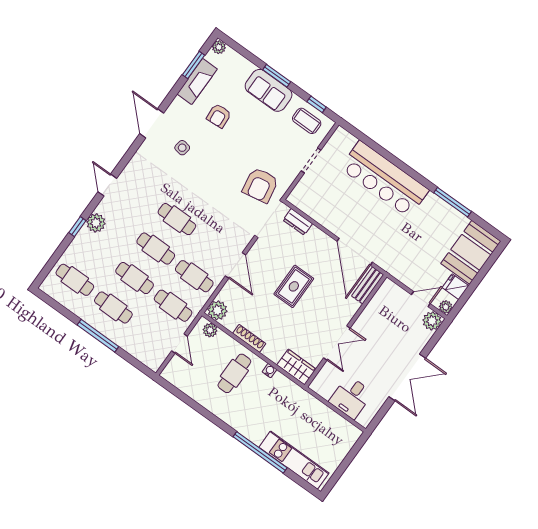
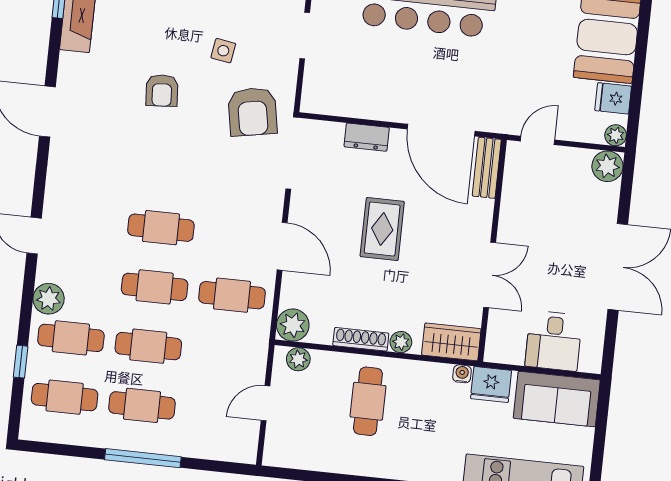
armchair: (219, 116) -> (162, 91), moved
side table: (182, 148) -> (223, 51), moved
dresser: (298, 222) -> (367, 137), moved
window: (77, 227) -> (21, 362), moved
door: (421, 299) -> (538, 140), moved
cafe table: (173, 306) -> (71, 338), moved
door: (179, 344) -> (265, 403), swing flipped
plant: (270, 352) -> (401, 342), added
water cooler: (269, 371) -> (462, 374), moved
fridge: (305, 402) -> (491, 384), added
sofa: (335, 429) -> (557, 399), added

